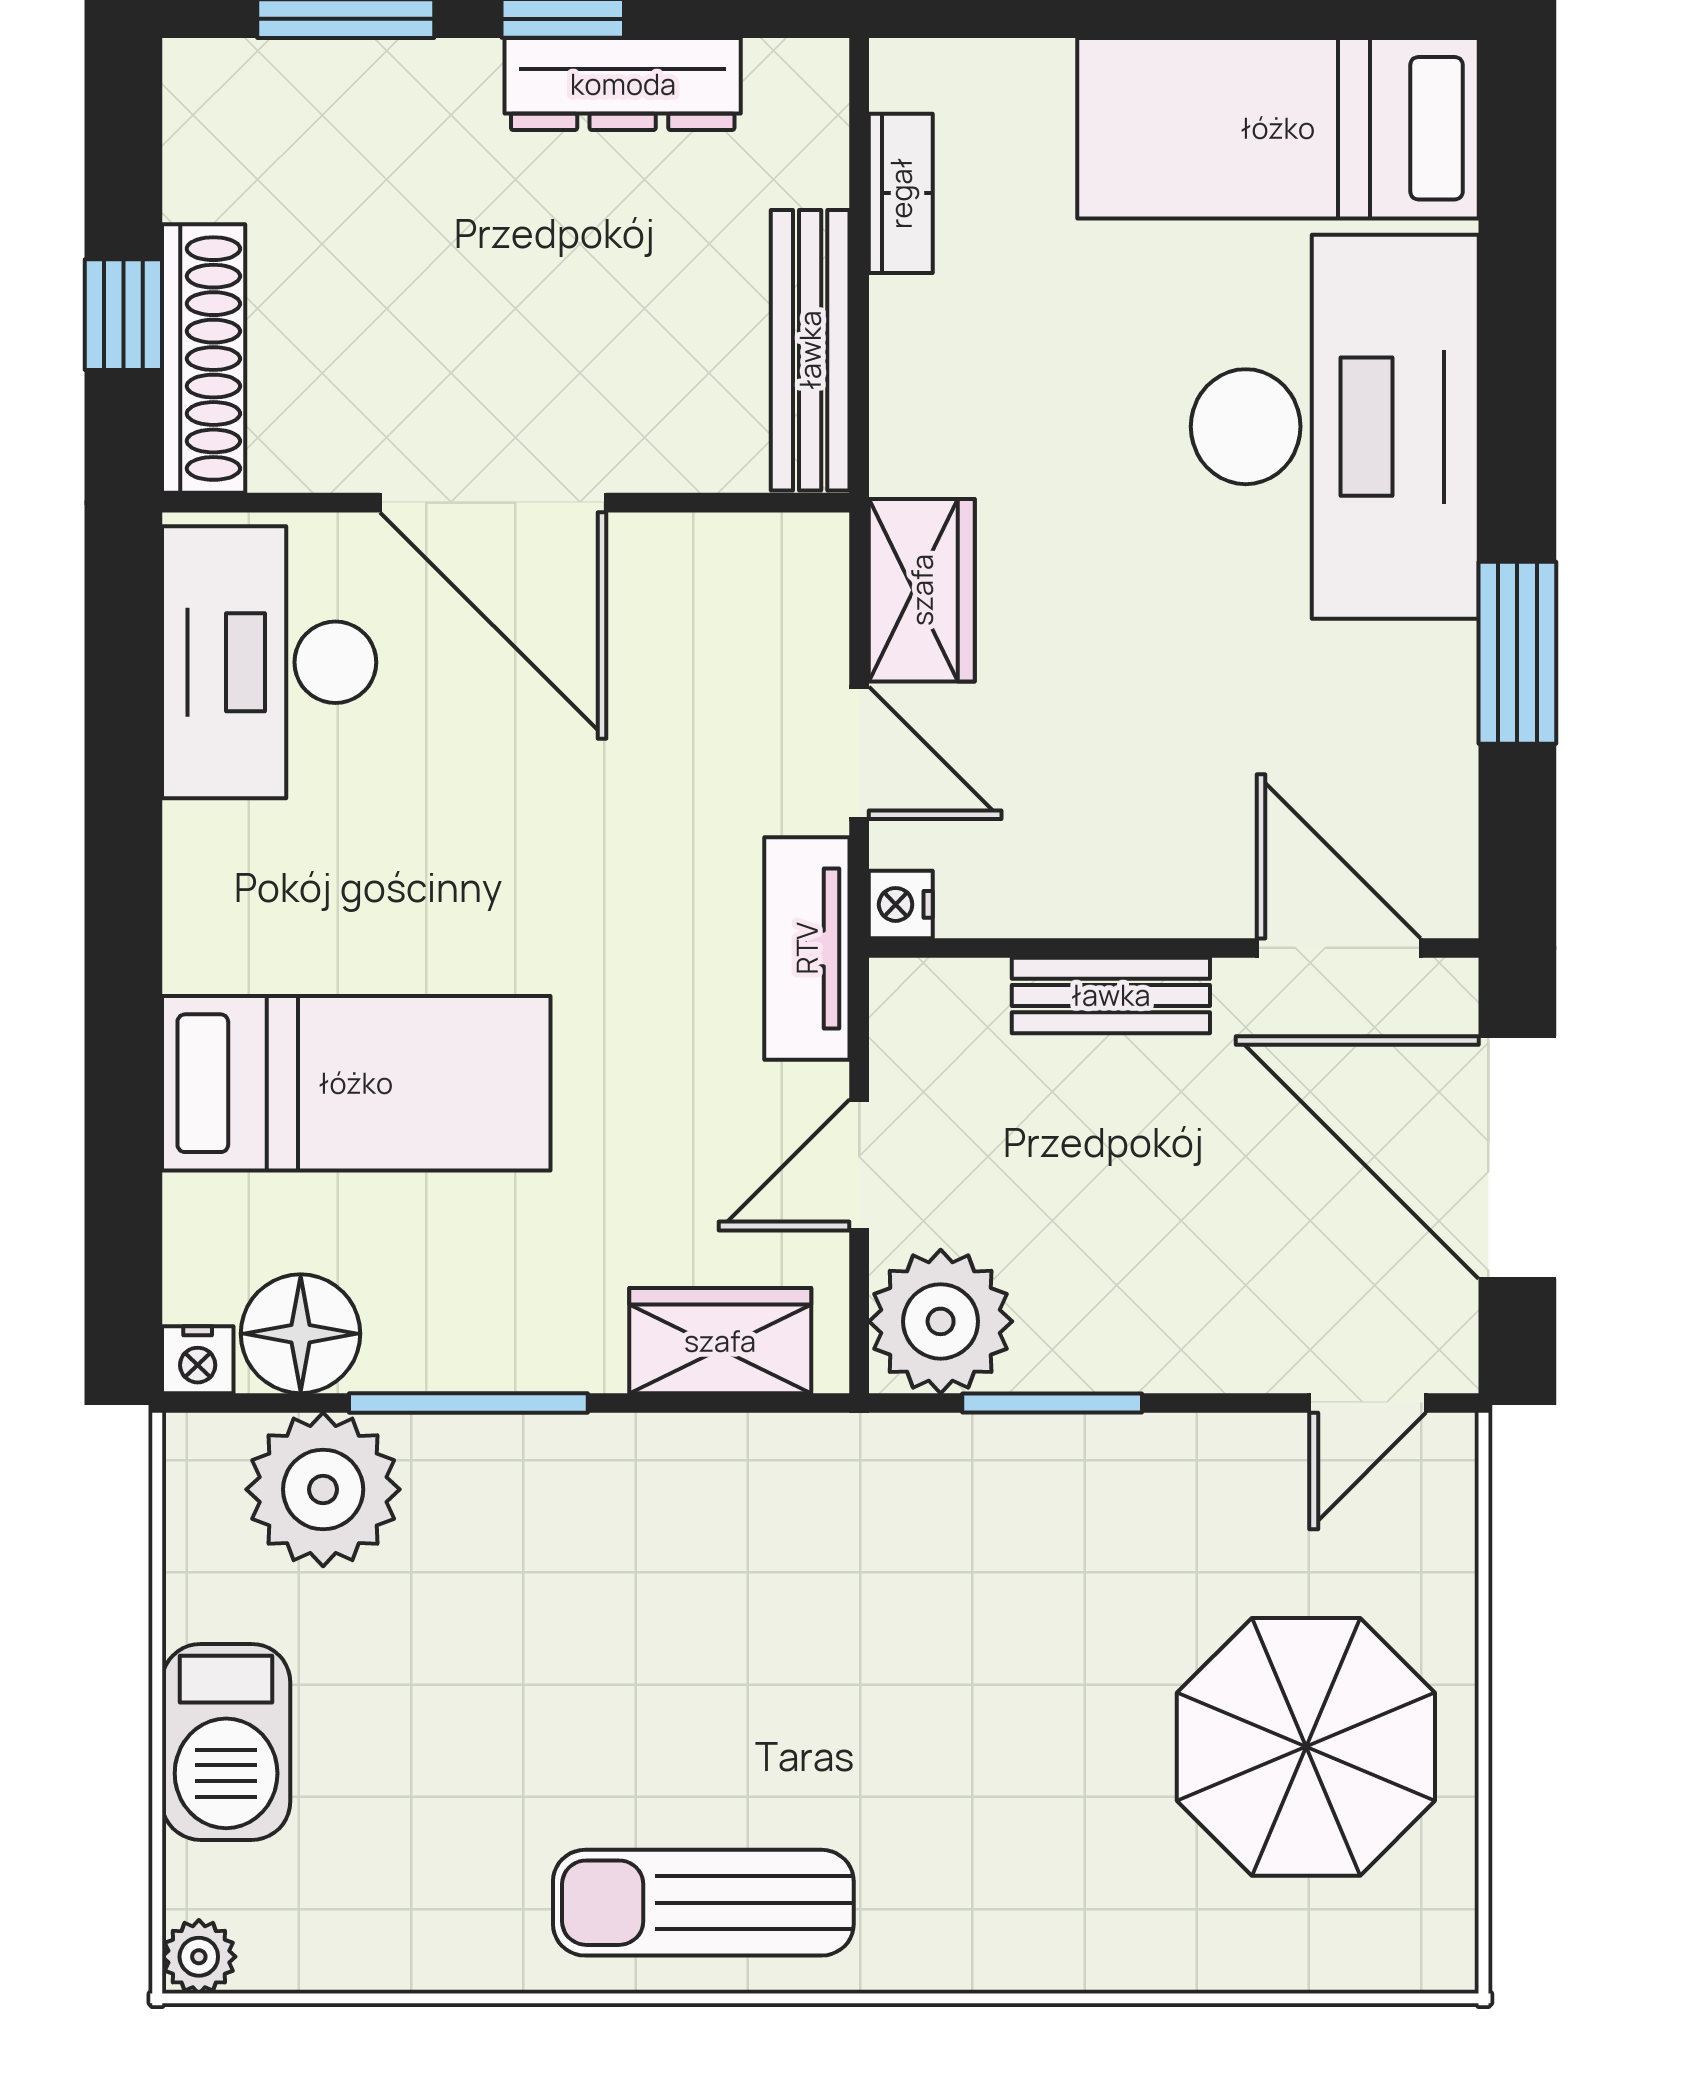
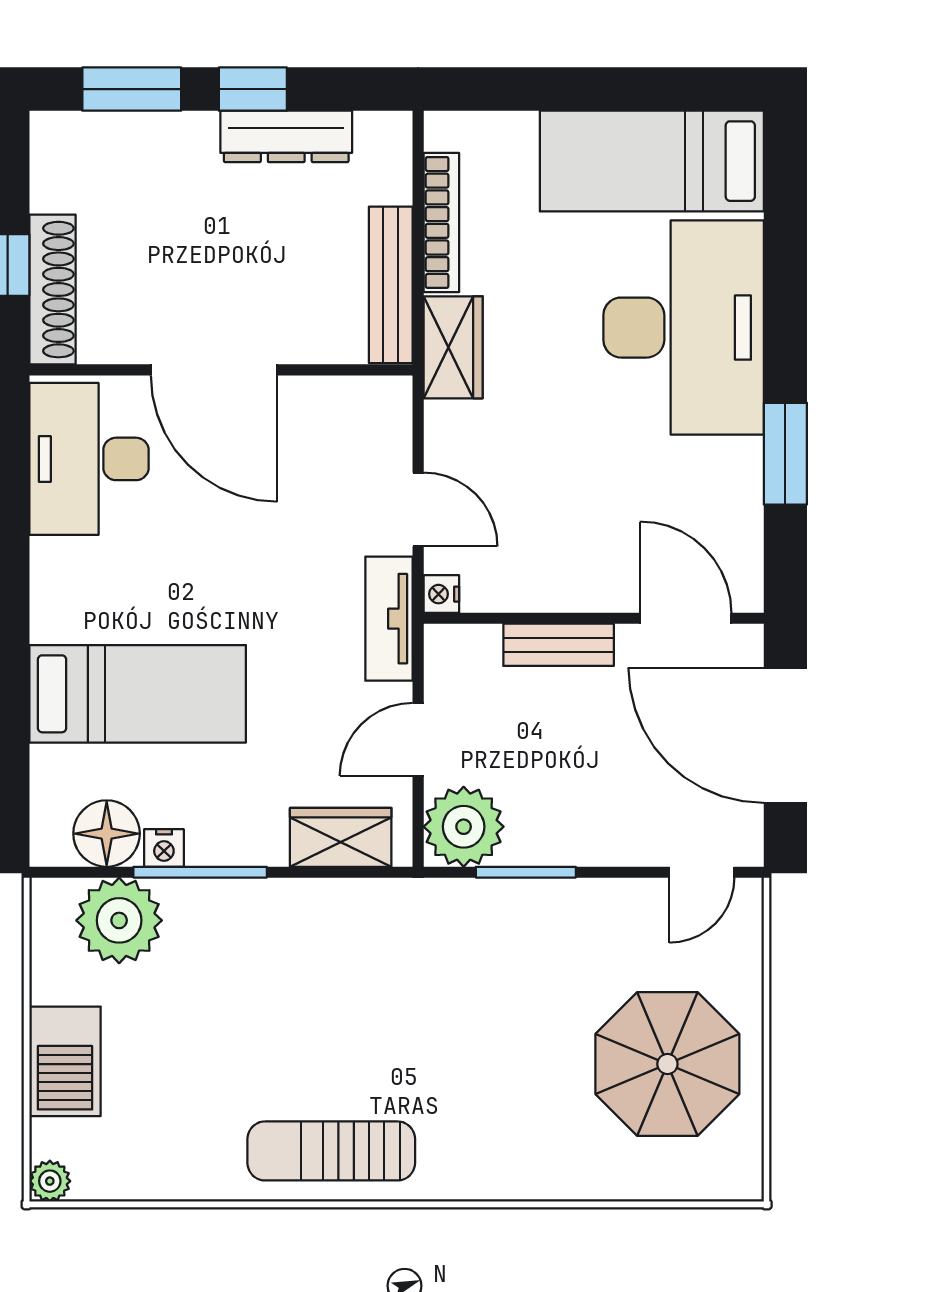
bookcase: (901, 193) -> (441, 222), width x1.56
wardrobe: (922, 590) -> (453, 347), moved
nightstand: (198, 1360) -> (164, 848), moved

